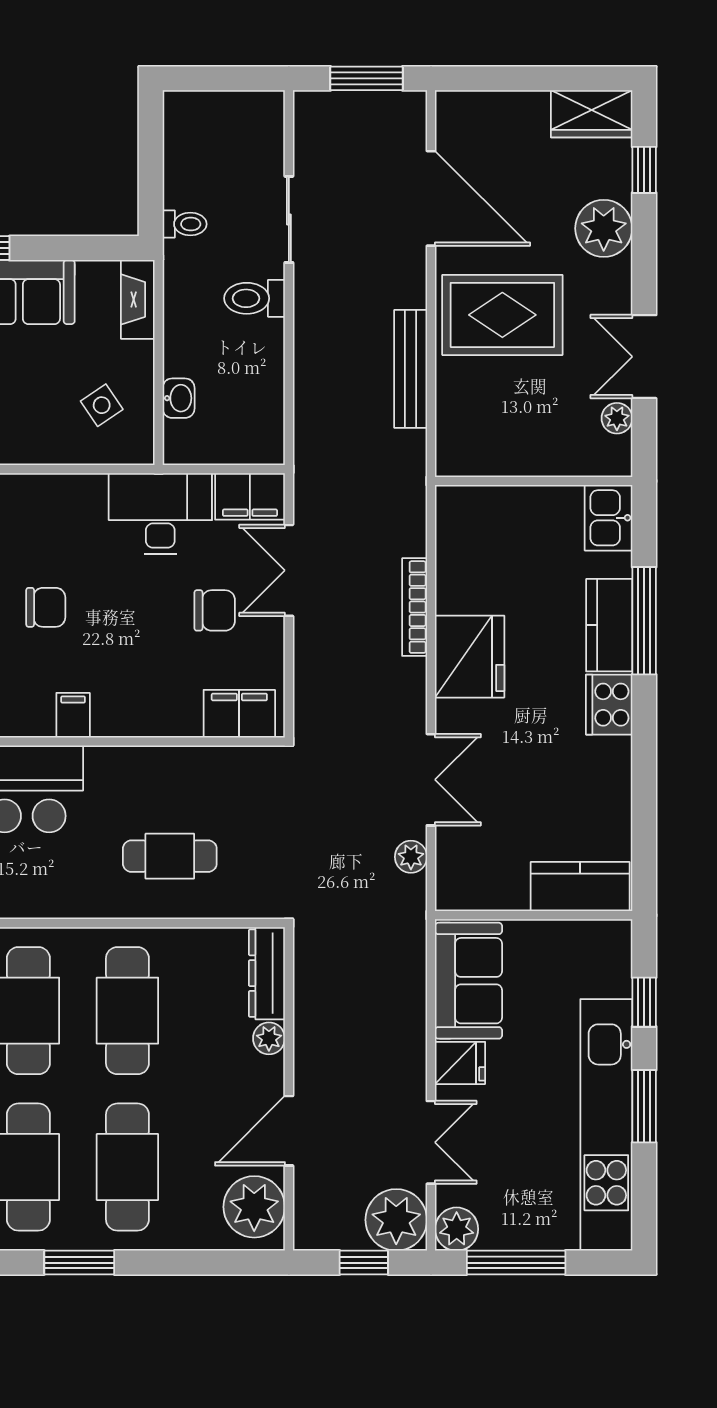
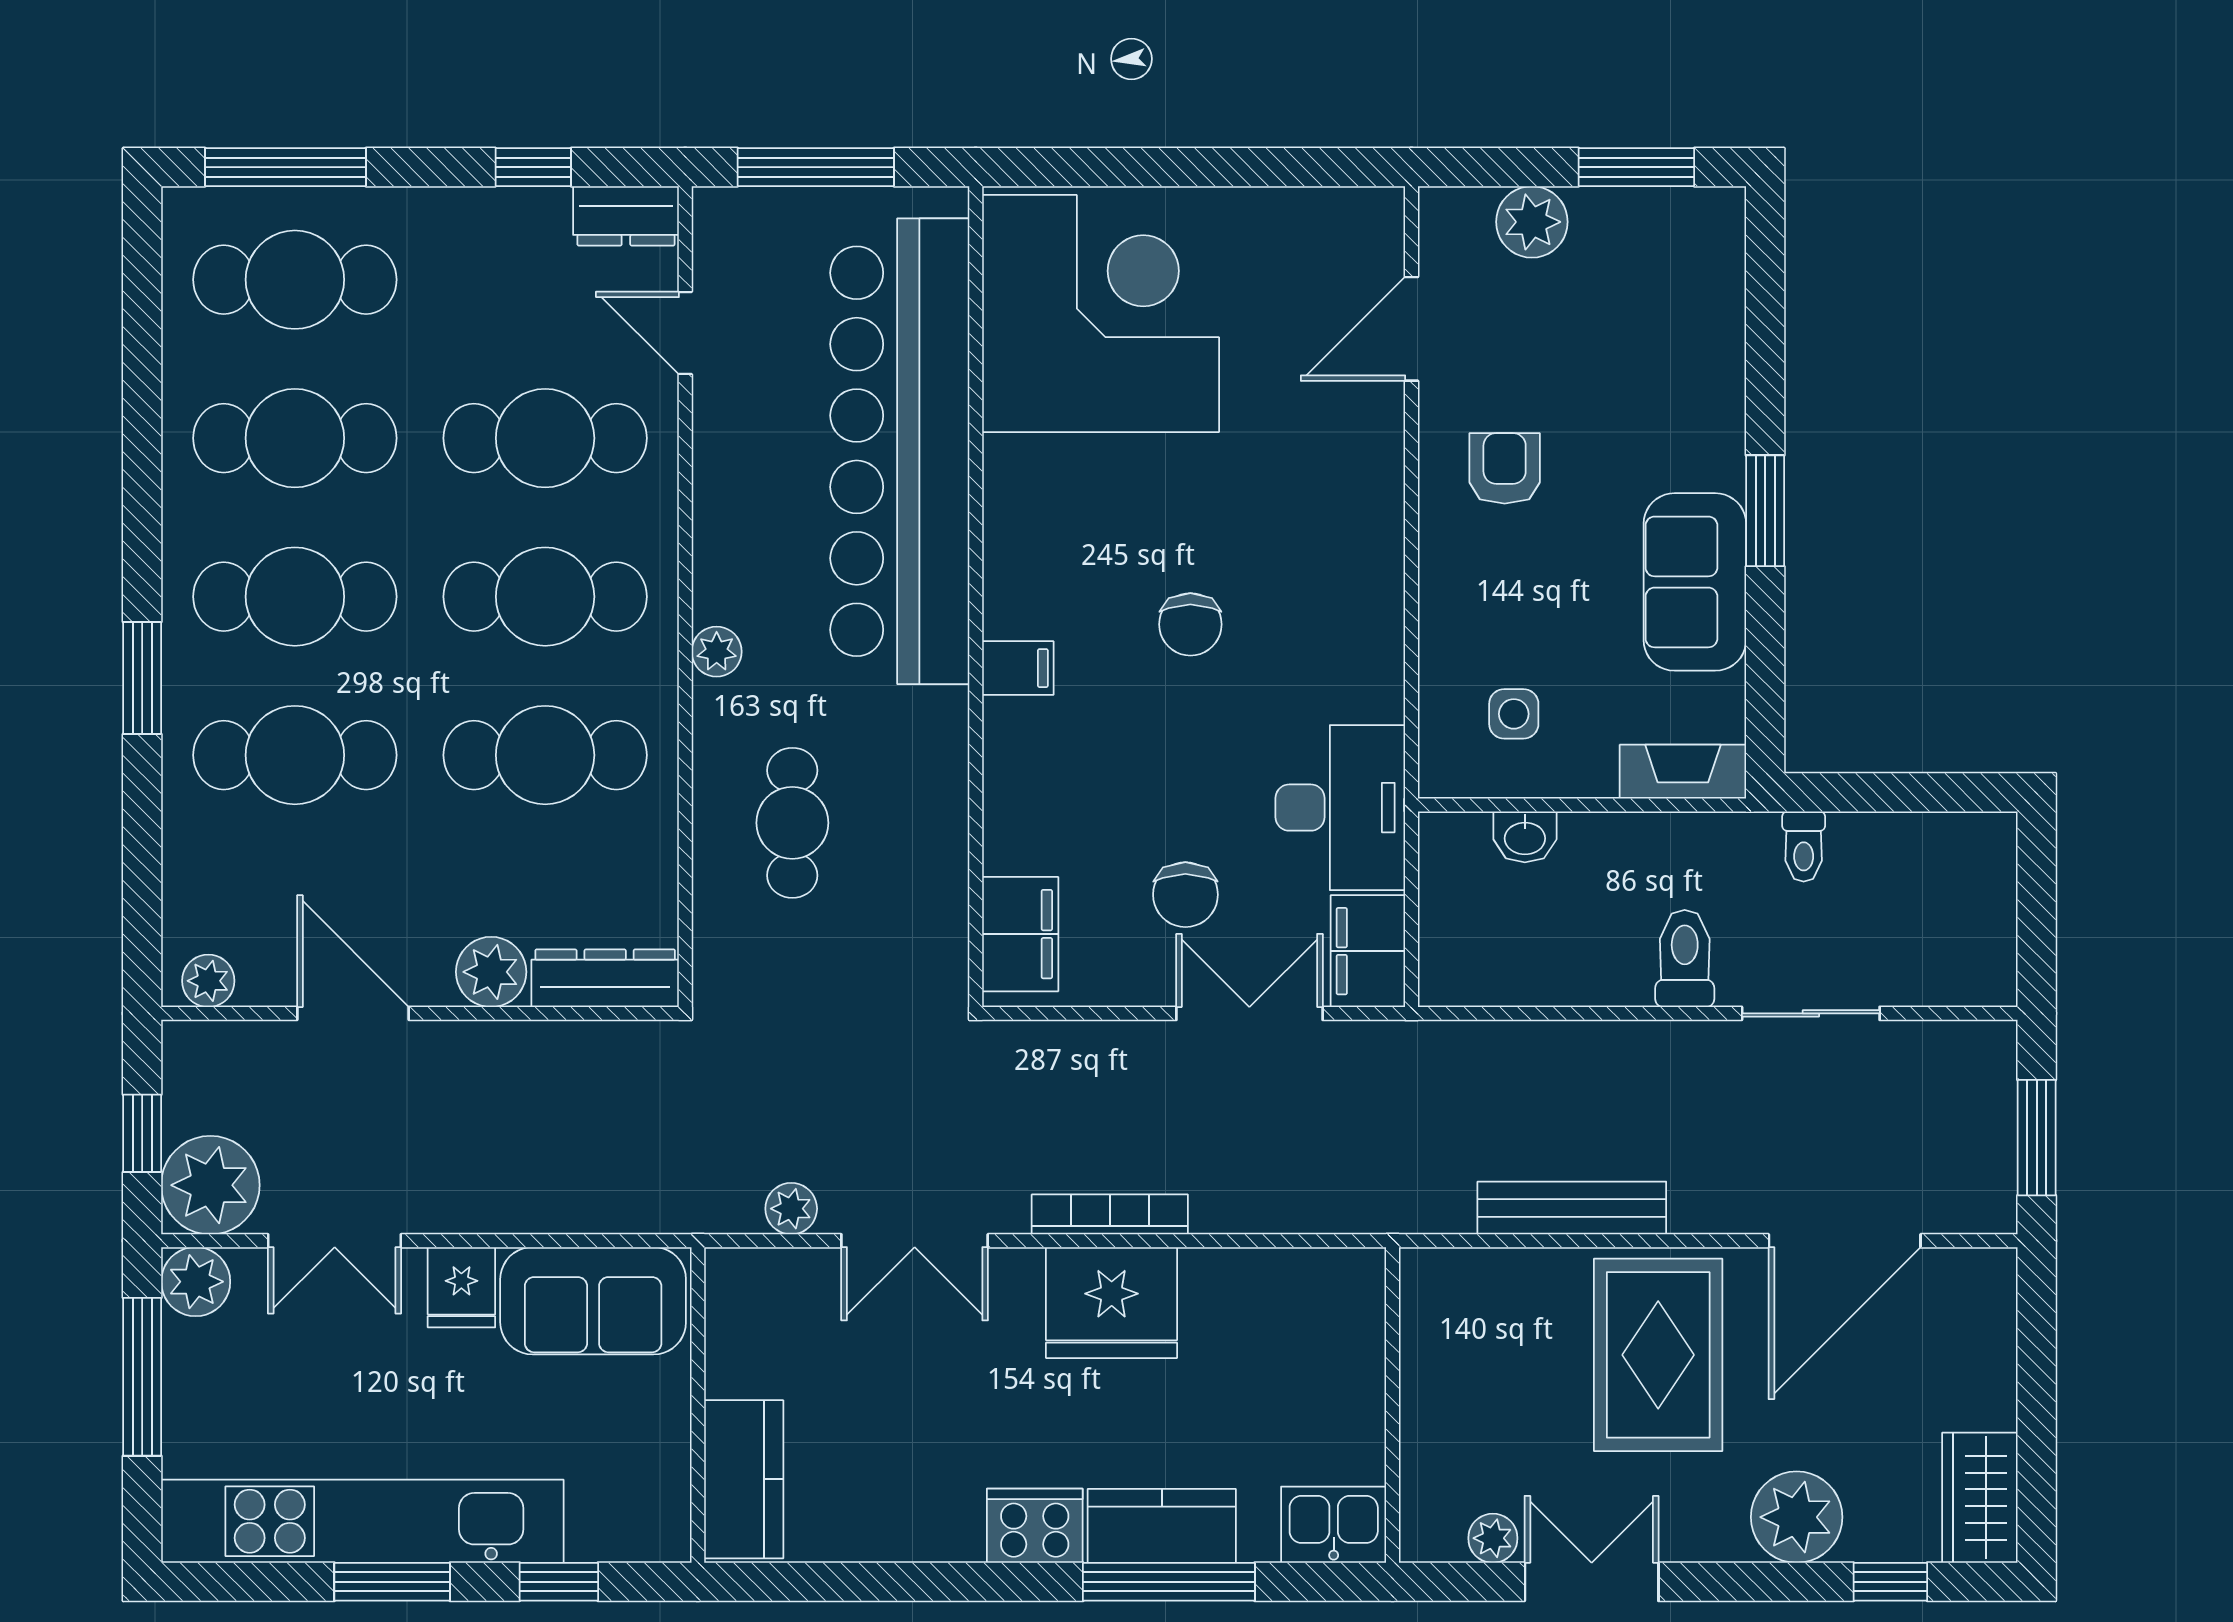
side table: (102, 405) -> (1514, 714), turned 34
bookcase: (415, 607) -> (1110, 1214), moved
plant: (63, 903) -> (717, 652), added
plant: (269, 1038) -> (491, 972), width x1.38, depth x1.38
plant: (254, 1207) -> (208, 981), width x0.53, depth x0.53

